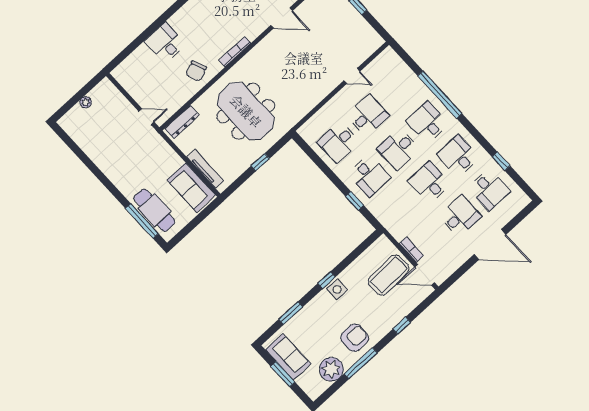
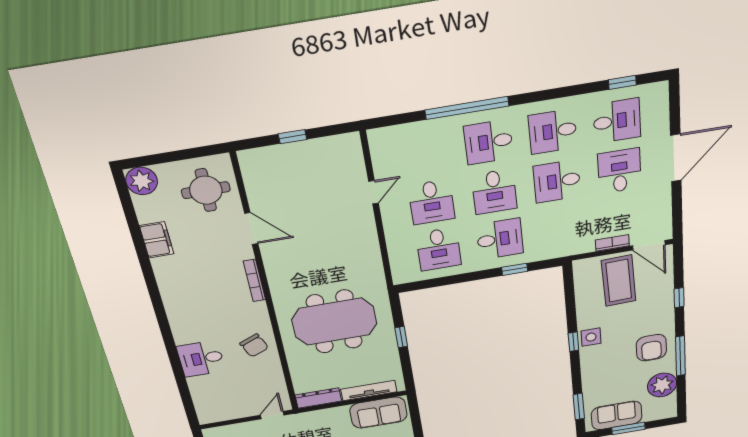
door: (282, 18) -> (251, 229), hinge flipped
bookcase: (235, 52) -> (254, 280), moved
desk: (368, 115) -> (432, 202), turned 180
dresser: (182, 122) -> (318, 398), moved, turned -90
window: (501, 161) -> (622, 82), moved
door: (425, 275) -> (649, 245), hinge flipped
window: (291, 313) -> (579, 407), moved
armchair: (355, 338) -> (651, 348), turned 180

